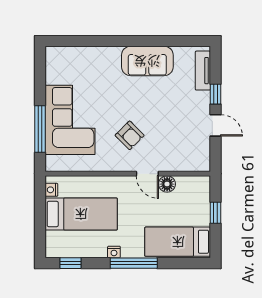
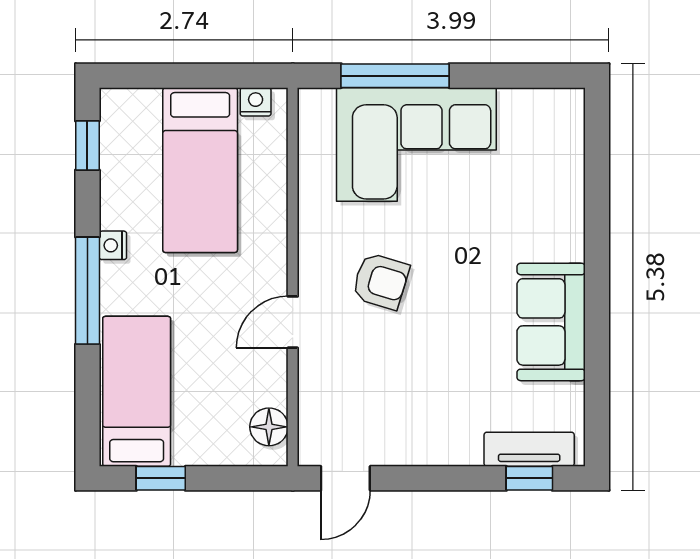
window: (216, 94) -> (529, 478), moved
door: (216, 125) -> (345, 478), moved
armchair: (130, 135) -> (381, 281), turned -118
floor lamp: (167, 184) -> (269, 427), moved
window: (216, 213) -> (161, 478), moved

